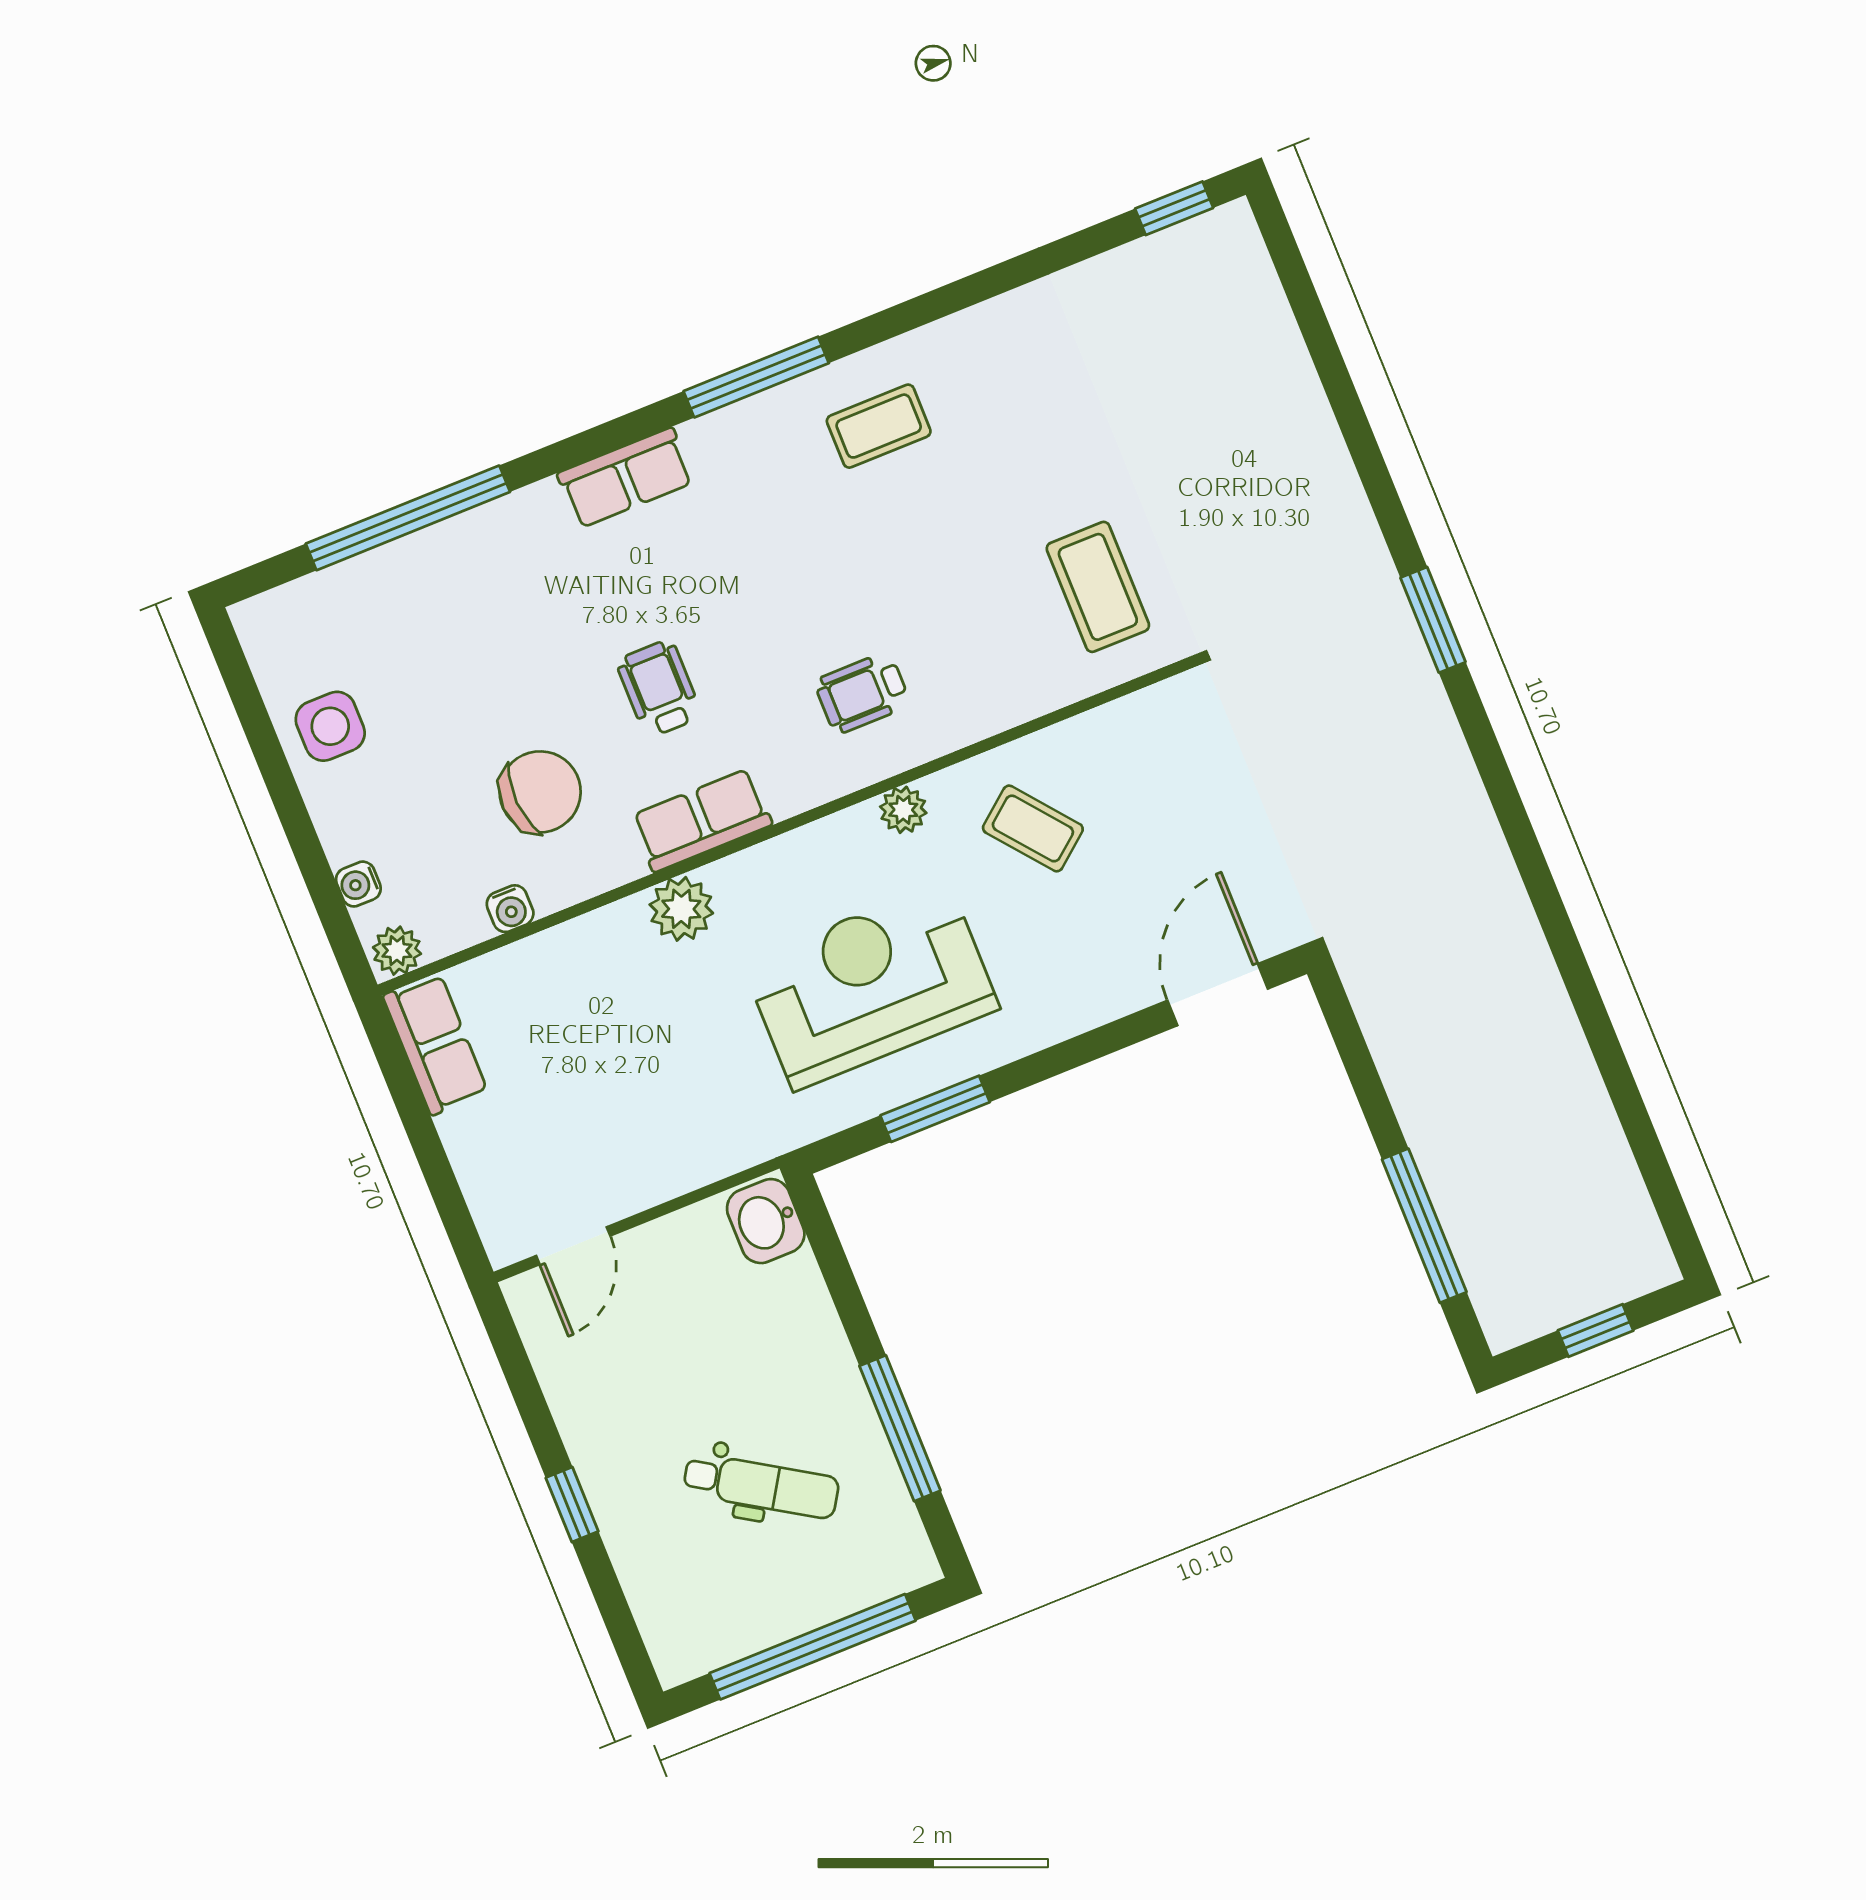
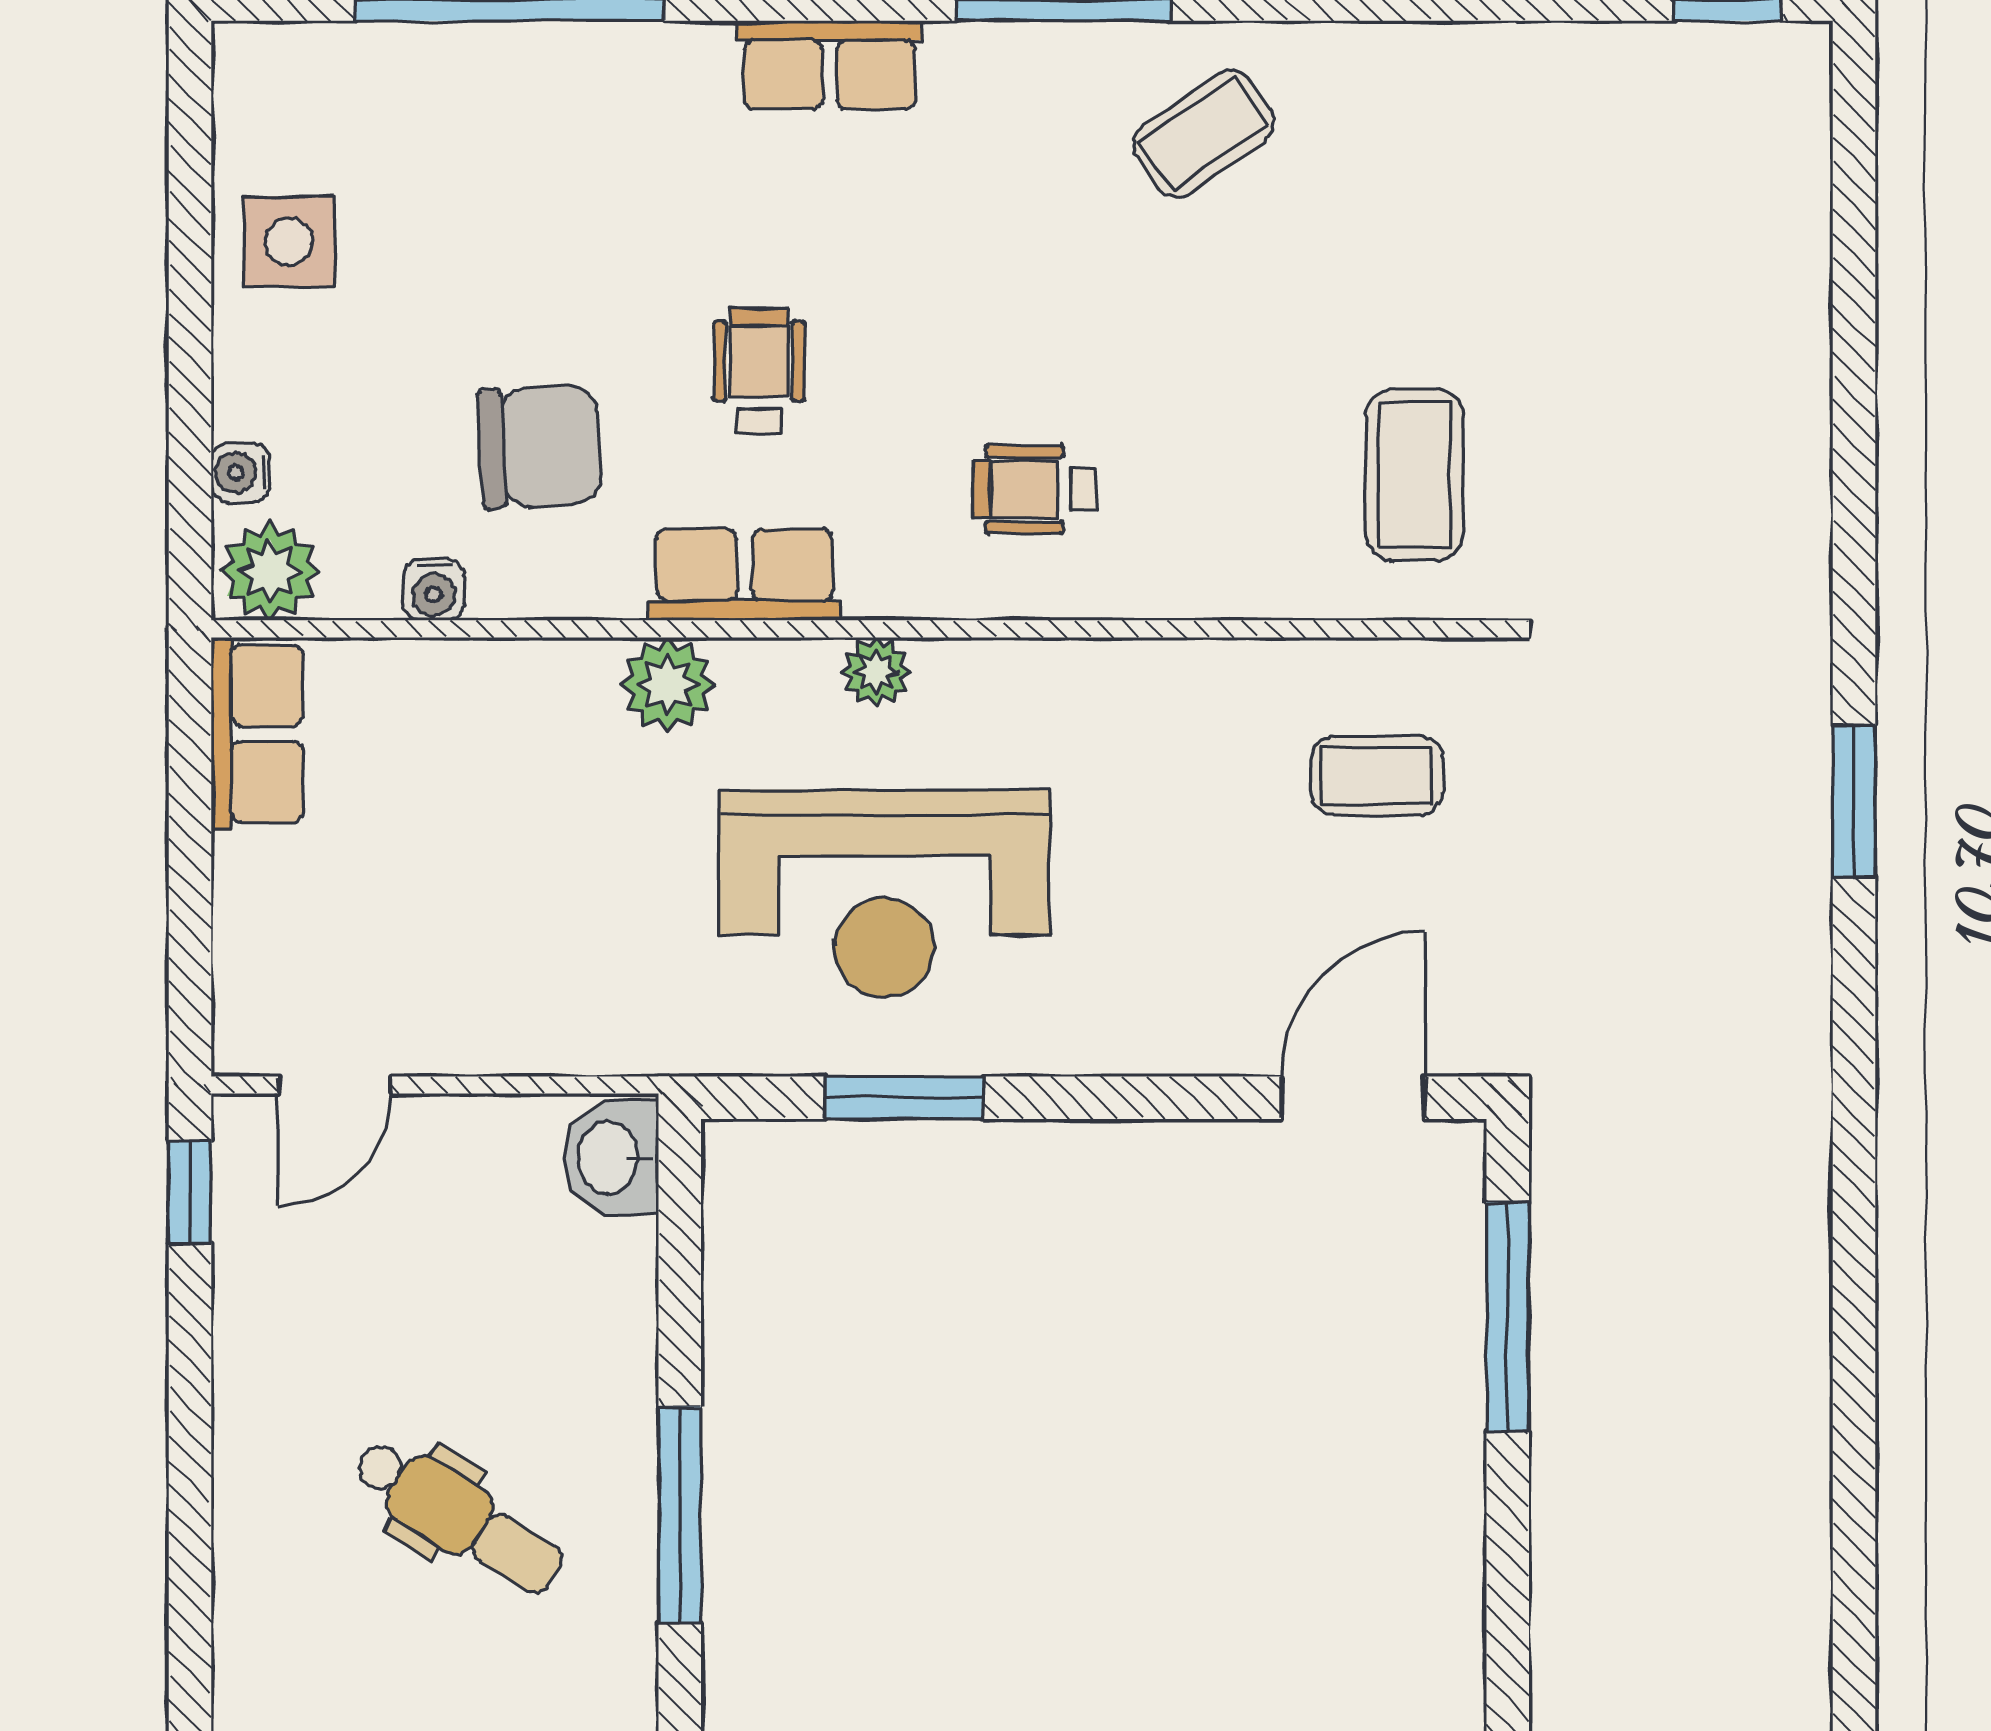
coffee table: (879, 426) -> (1204, 134), turned -35
window: (1433, 620) -> (1854, 801), moved
plant: (903, 810) -> (876, 672), moved
coffee table: (1033, 828) -> (1377, 776), moved, turned -51
plant: (397, 951) -> (270, 571), width x1.38, depth x1.38
reception desk: (871, 985) -> (884, 894), turned 180
window: (1424, 1226) -> (1508, 1317), moved
window: (572, 1504) -> (190, 1193), moved

